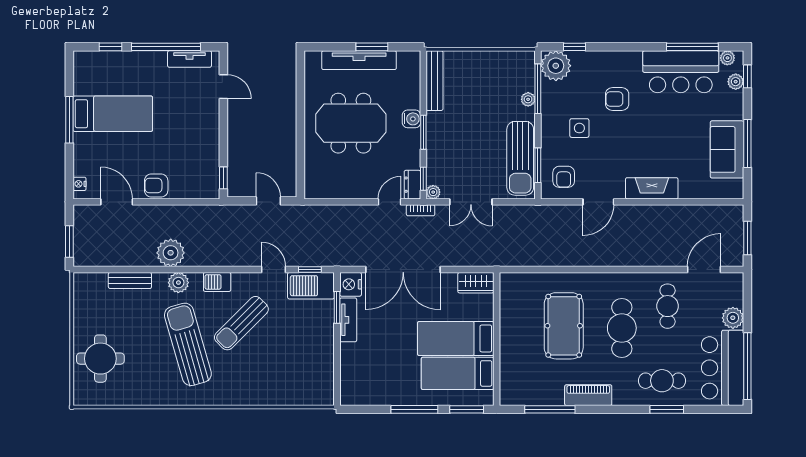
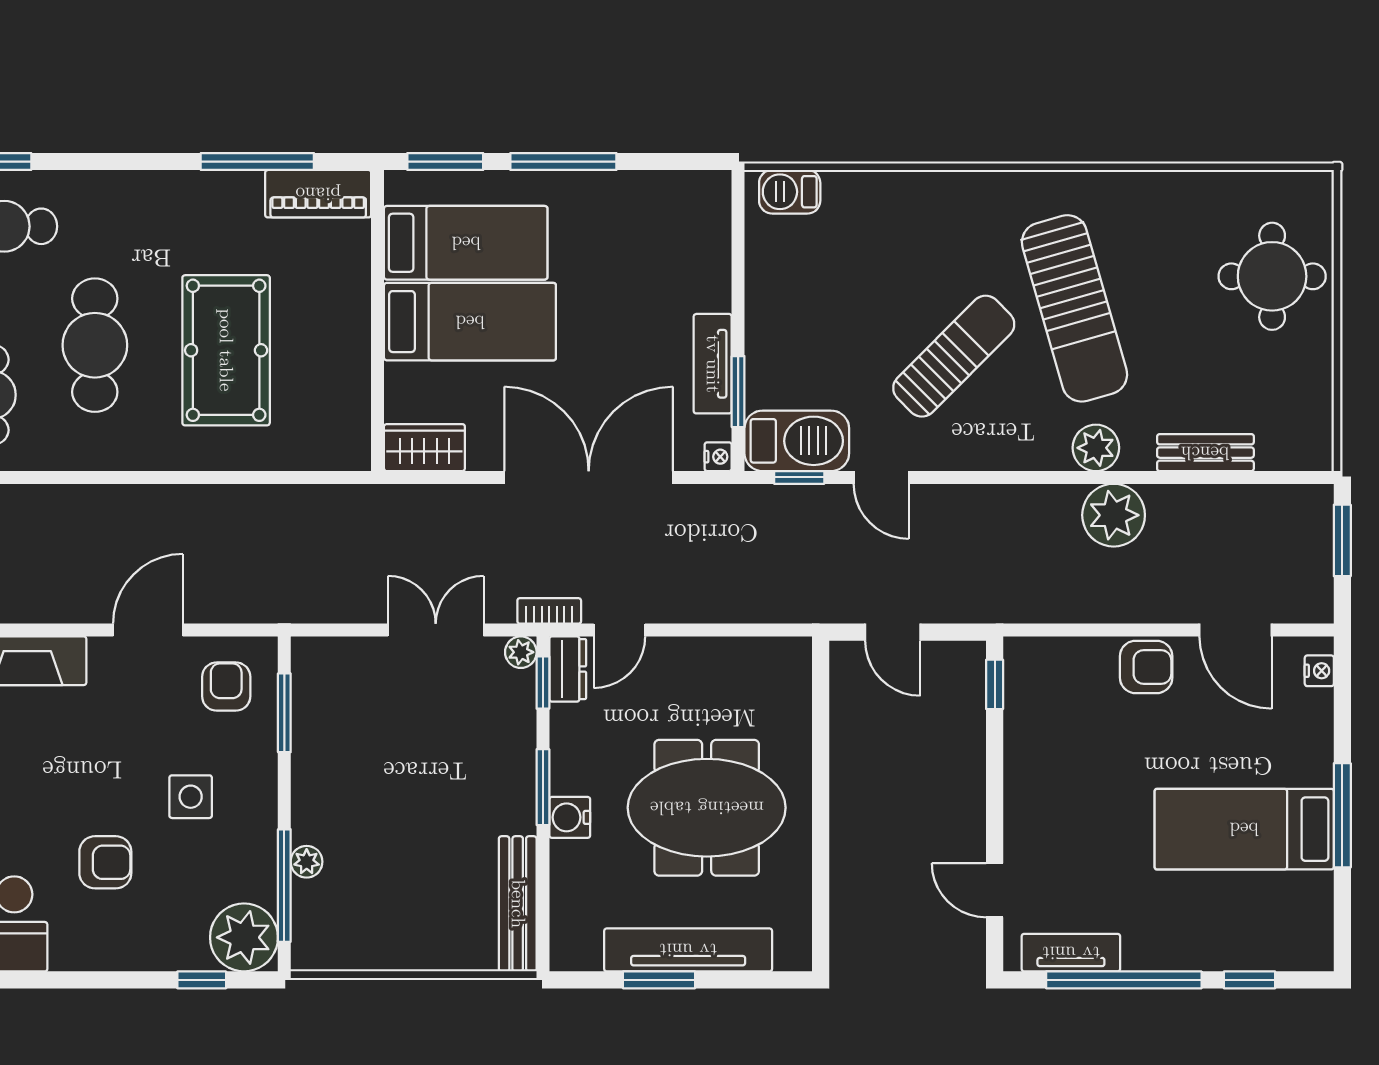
sun lounger: (520, 158) -> (324, 728), removed
barbecue: (217, 282) -> (790, 192), moved, turned 180
nightstand: (351, 284) -> (718, 457), width x0.53, depth x0.56
piano: (588, 395) -> (318, 194), moved

